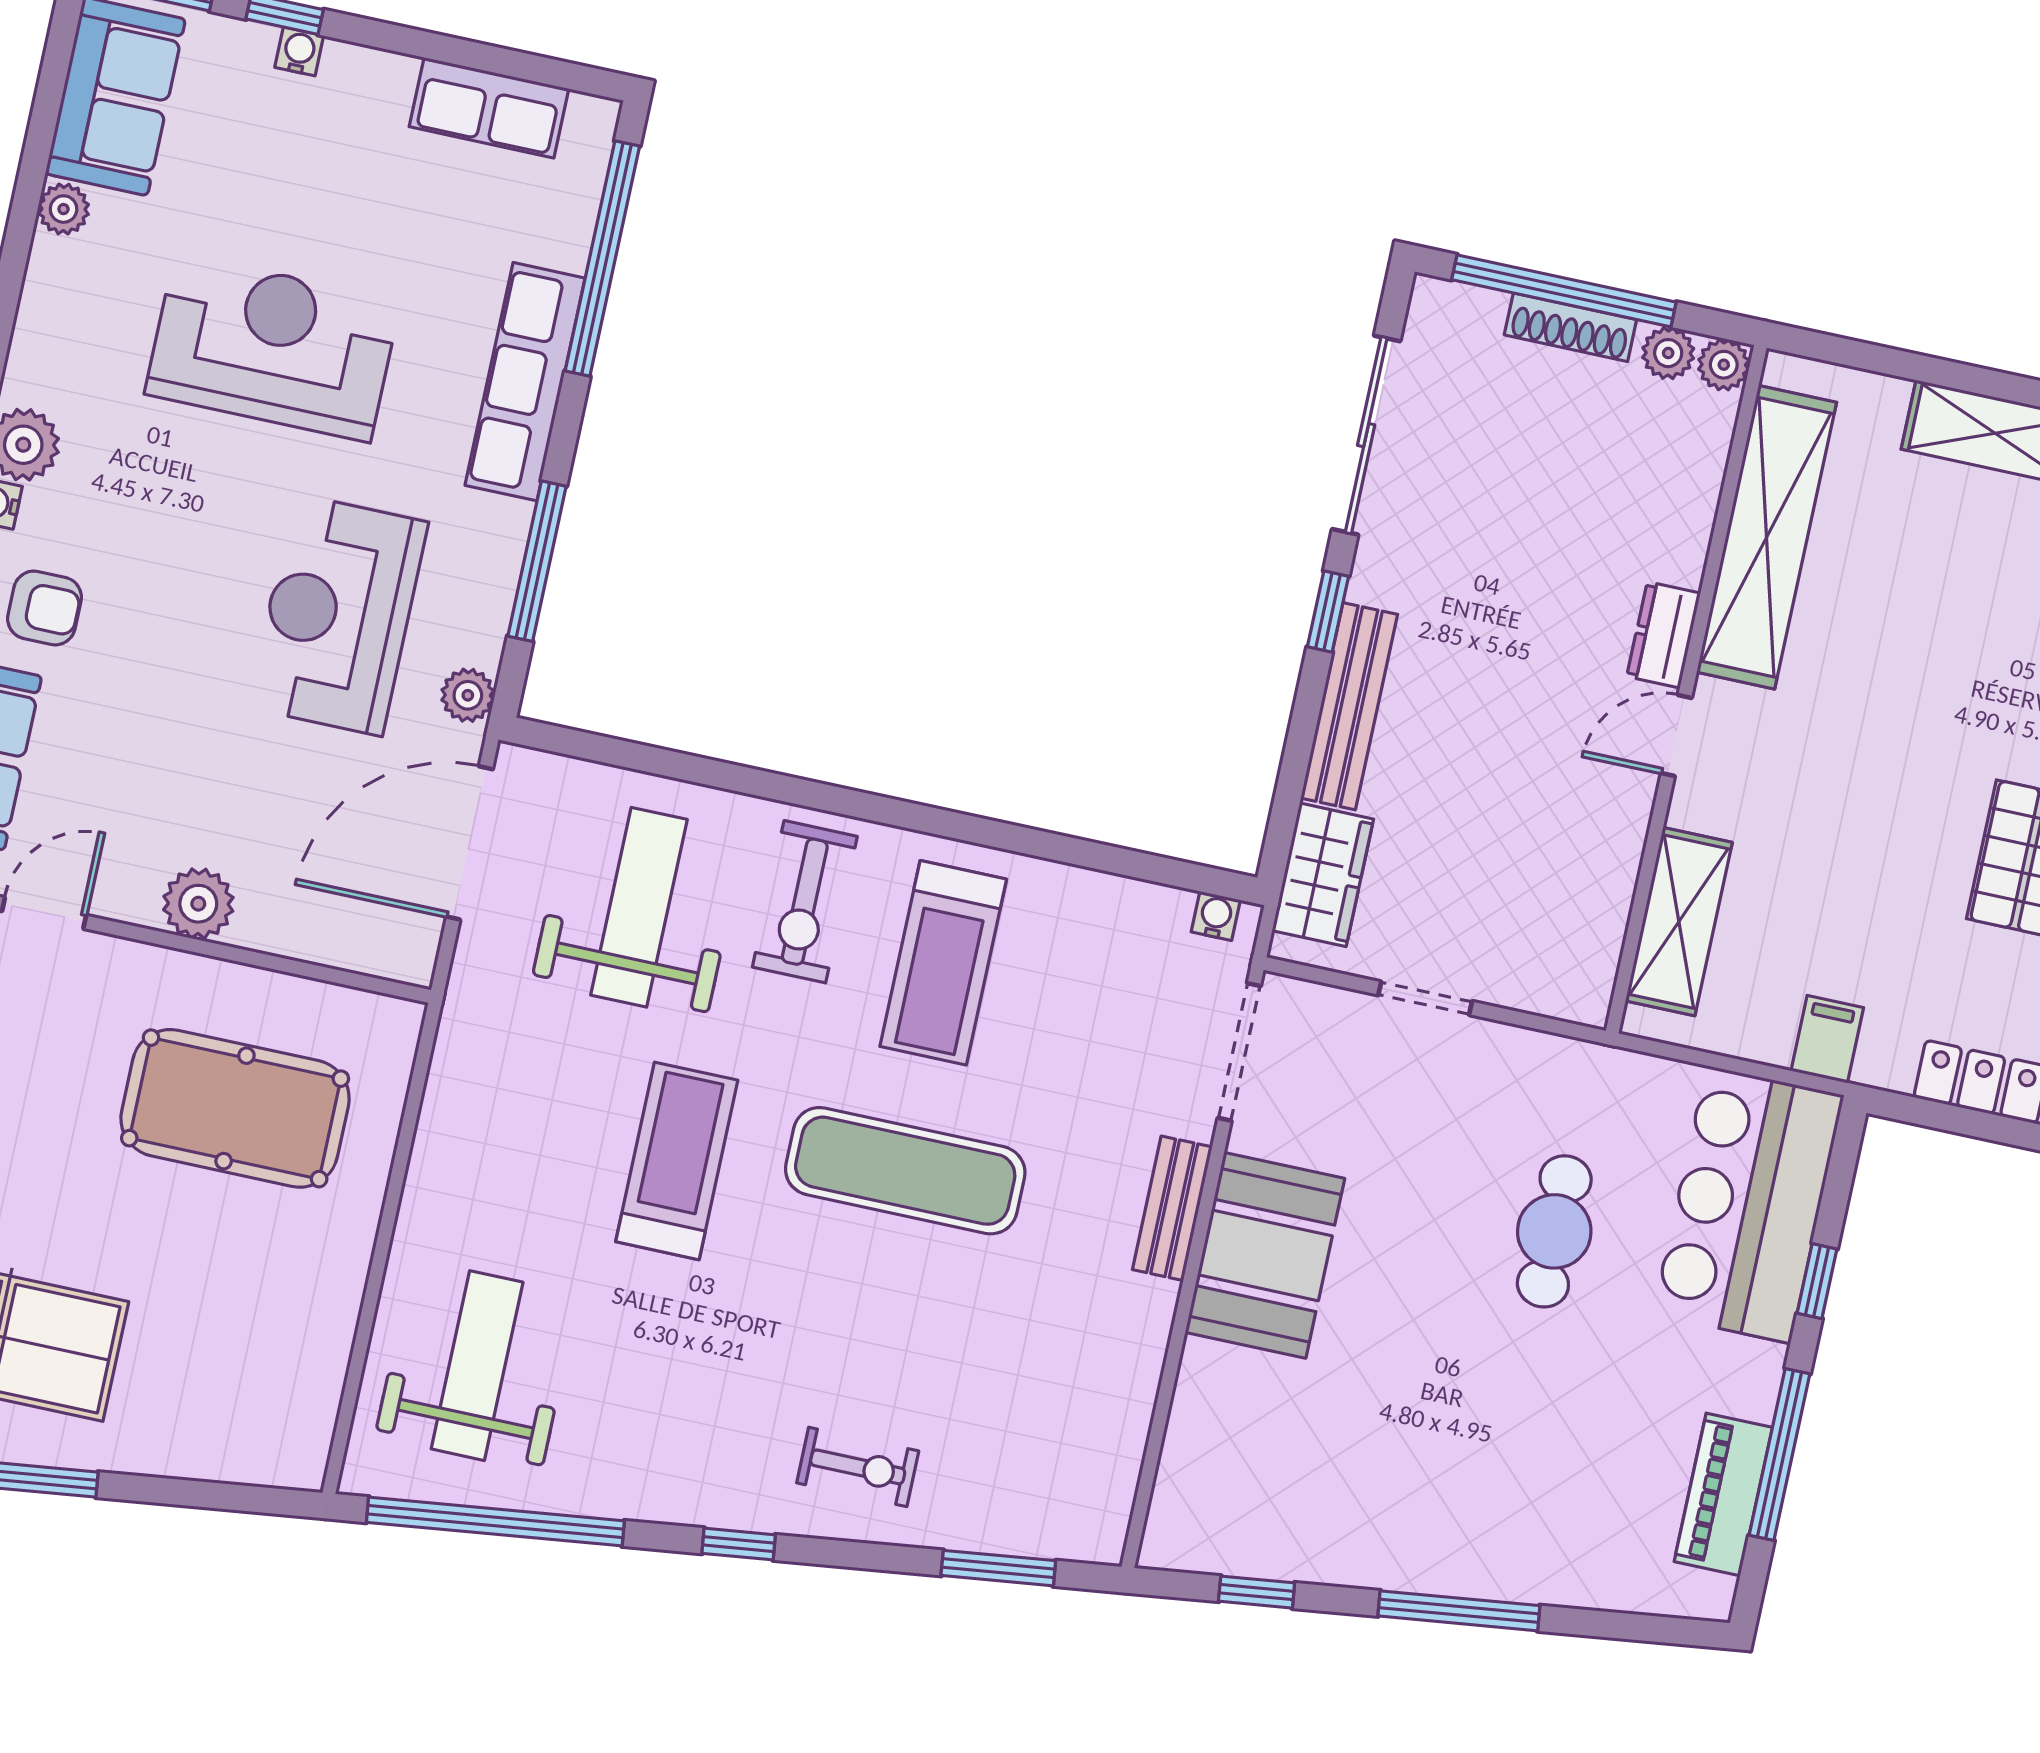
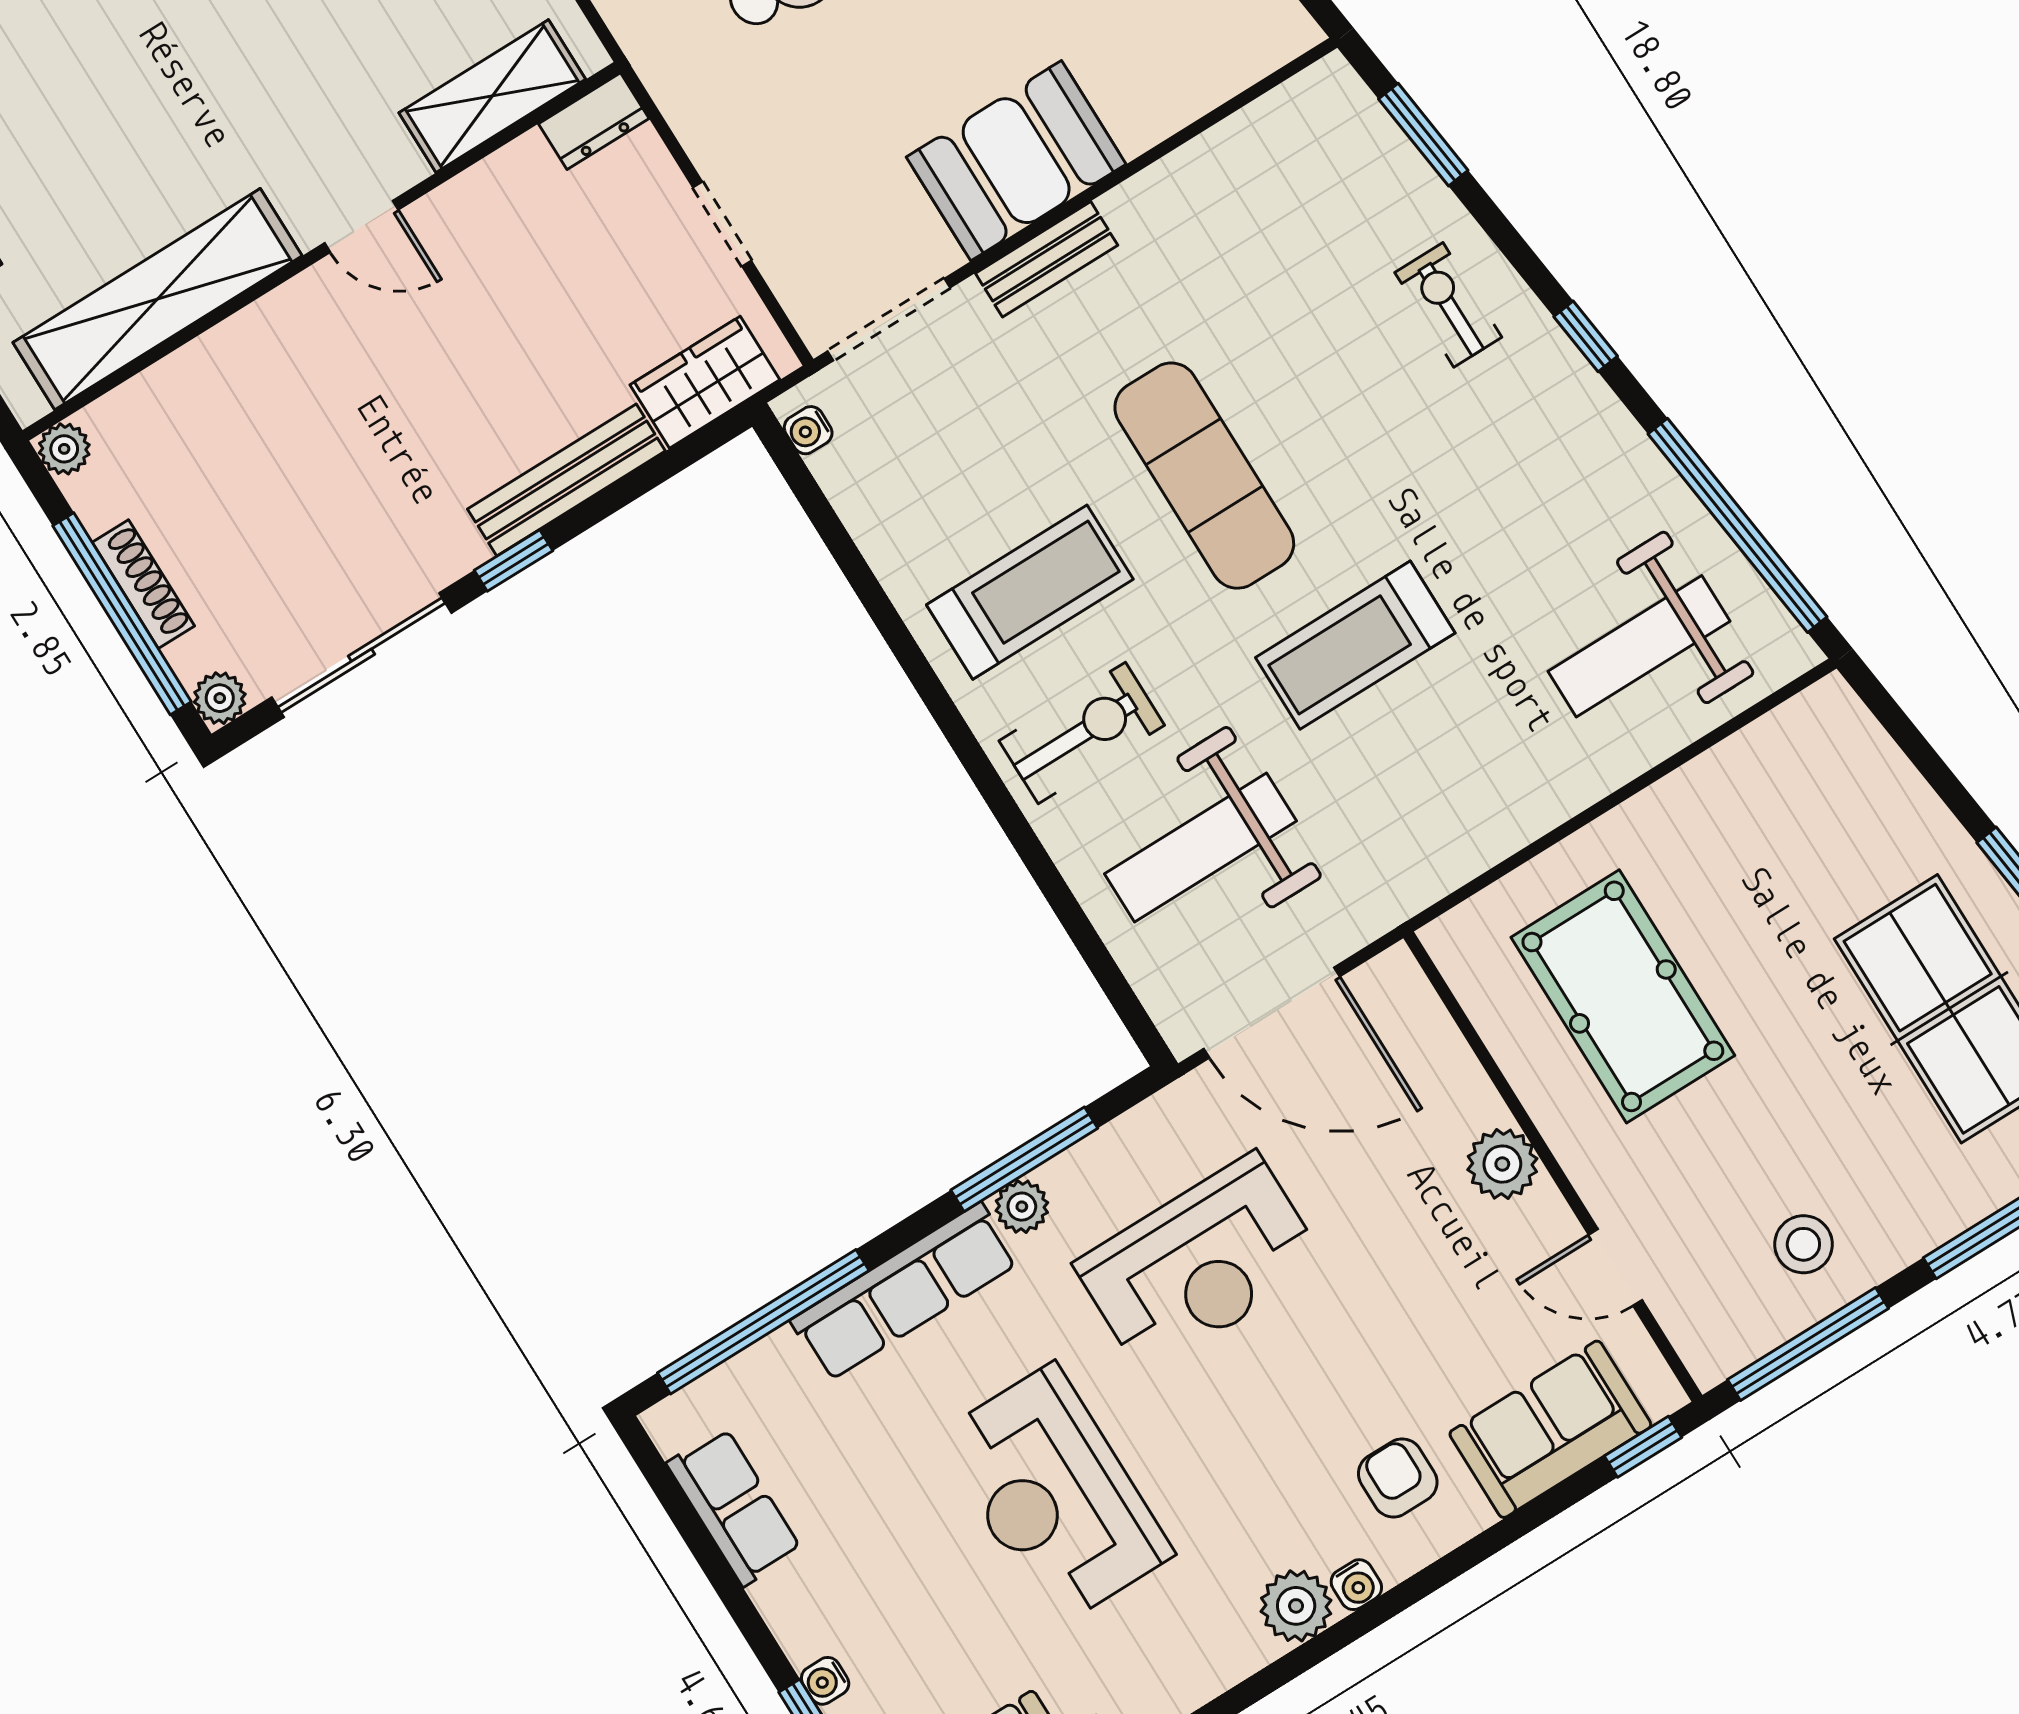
plant: (1668, 353) -> (220, 698), moved
dresser: (1664, 635) -> (594, 121), moved
plant: (468, 695) -> (1022, 1207), moved

